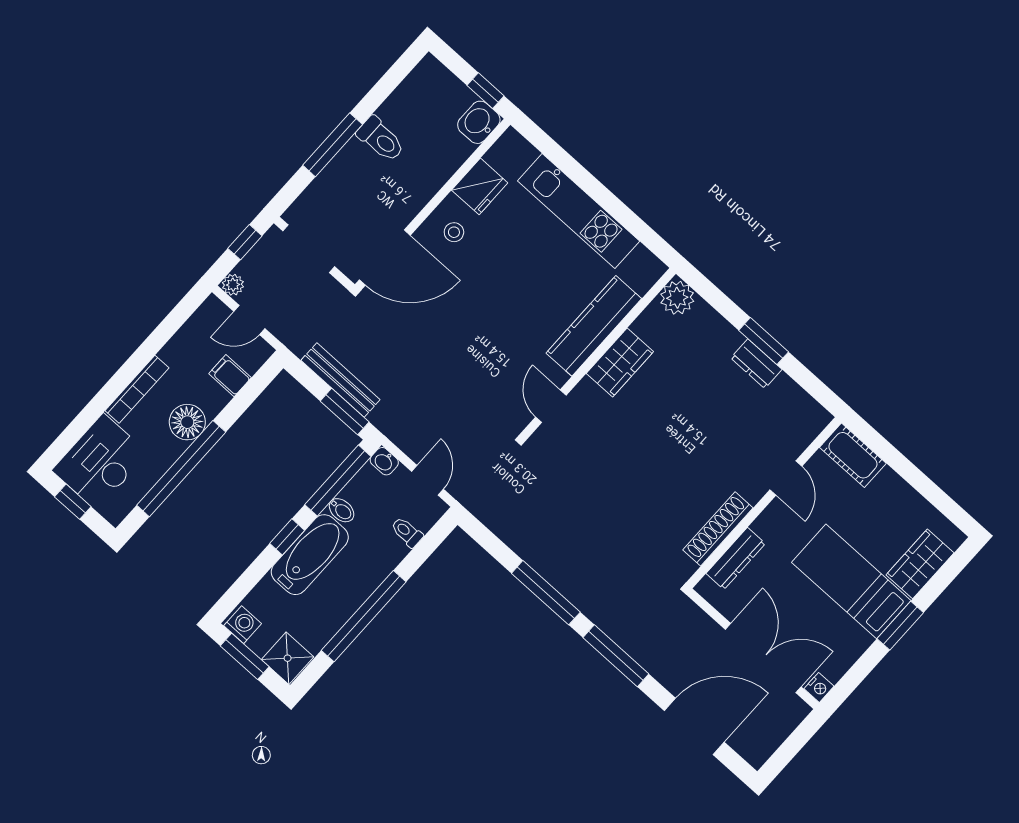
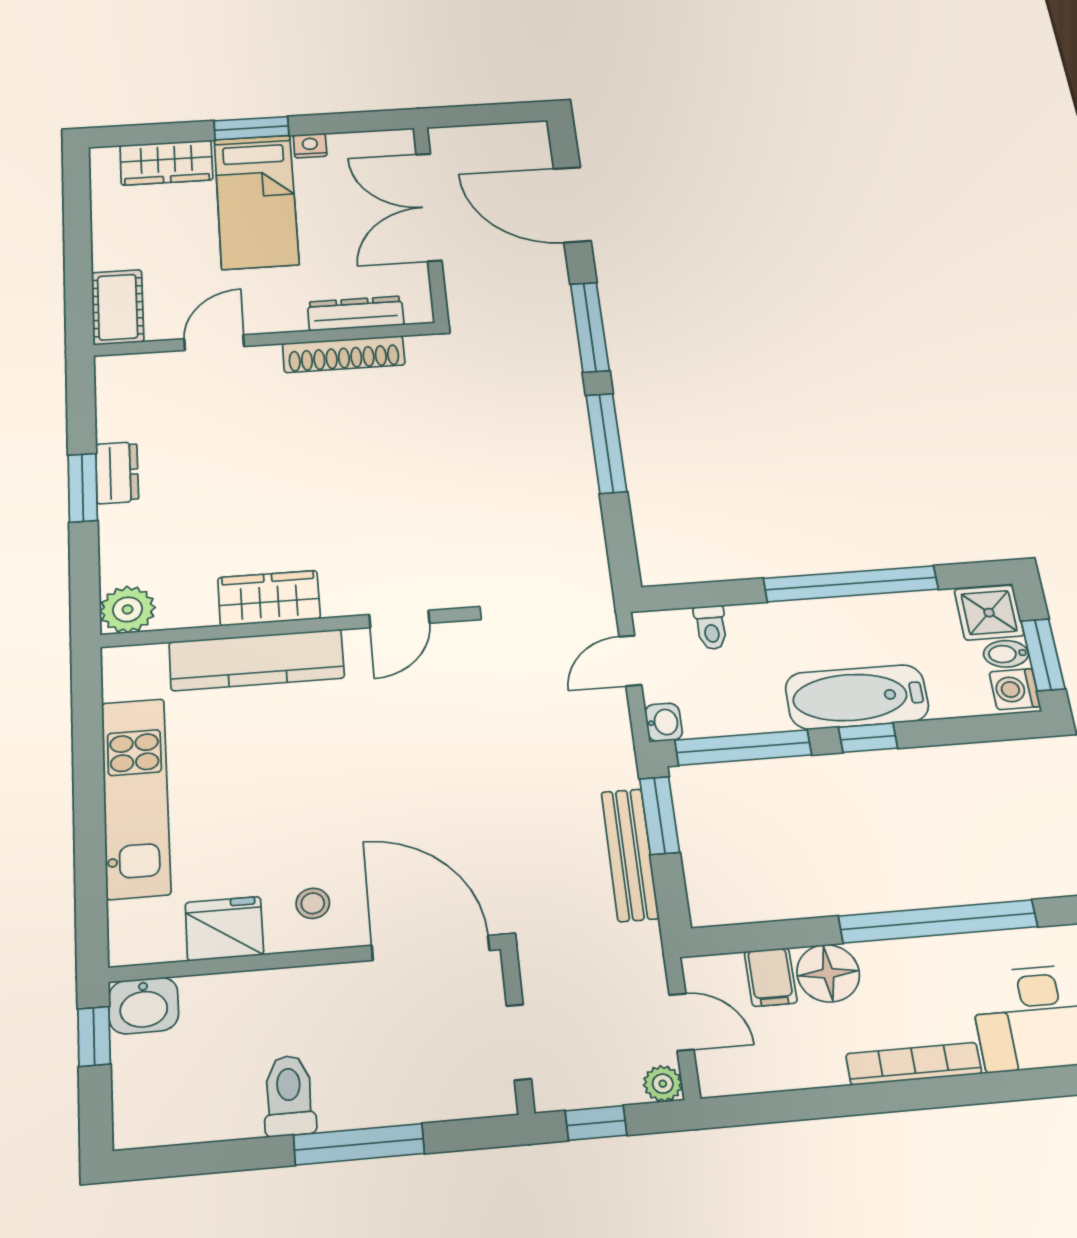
doorway: (309, 249) -> (519, 1042), width x0.73
floor lamp: (187, 422) -> (828, 973), moved
bidet: (342, 510) -> (1006, 654), moved, turned -90
nightstand: (819, 687) -> (310, 146), moved

